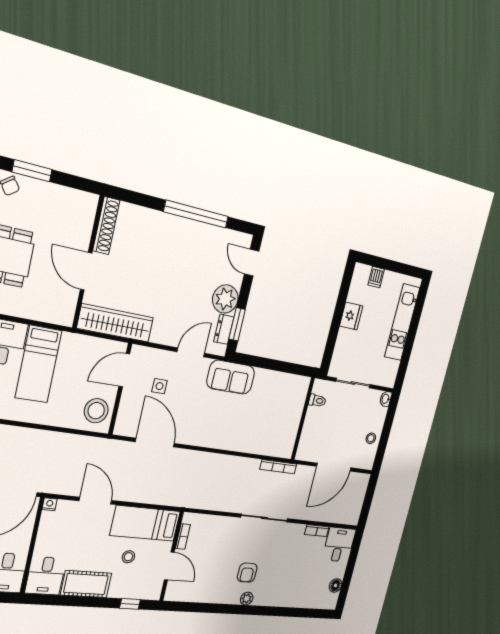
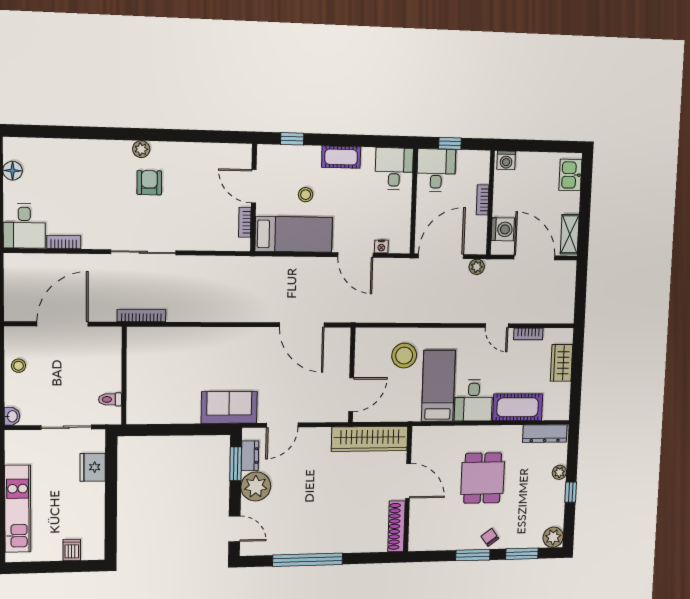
fridge: (351, 316) -> (93, 467), moved
side table: (160, 386) -> (310, 385), removed
stool: (96, 411) -> (404, 356), moved
nightstand: (50, 504) -> (381, 247), moved
cot: (86, 584) -> (341, 157), width x0.73, depth x0.75

